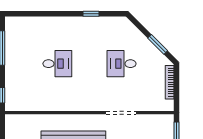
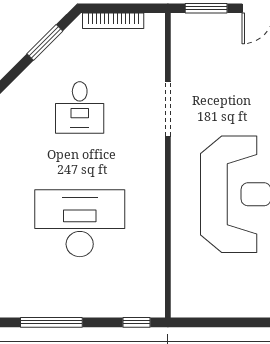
desk: (57, 64) -> (80, 223), width x1.87, depth x1.30

